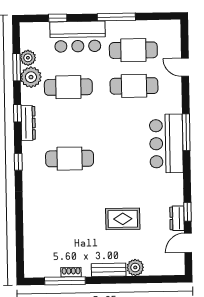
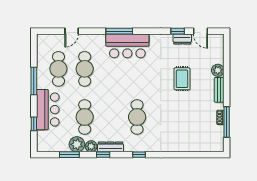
plant: (28, 58) -> (91, 146), moved

